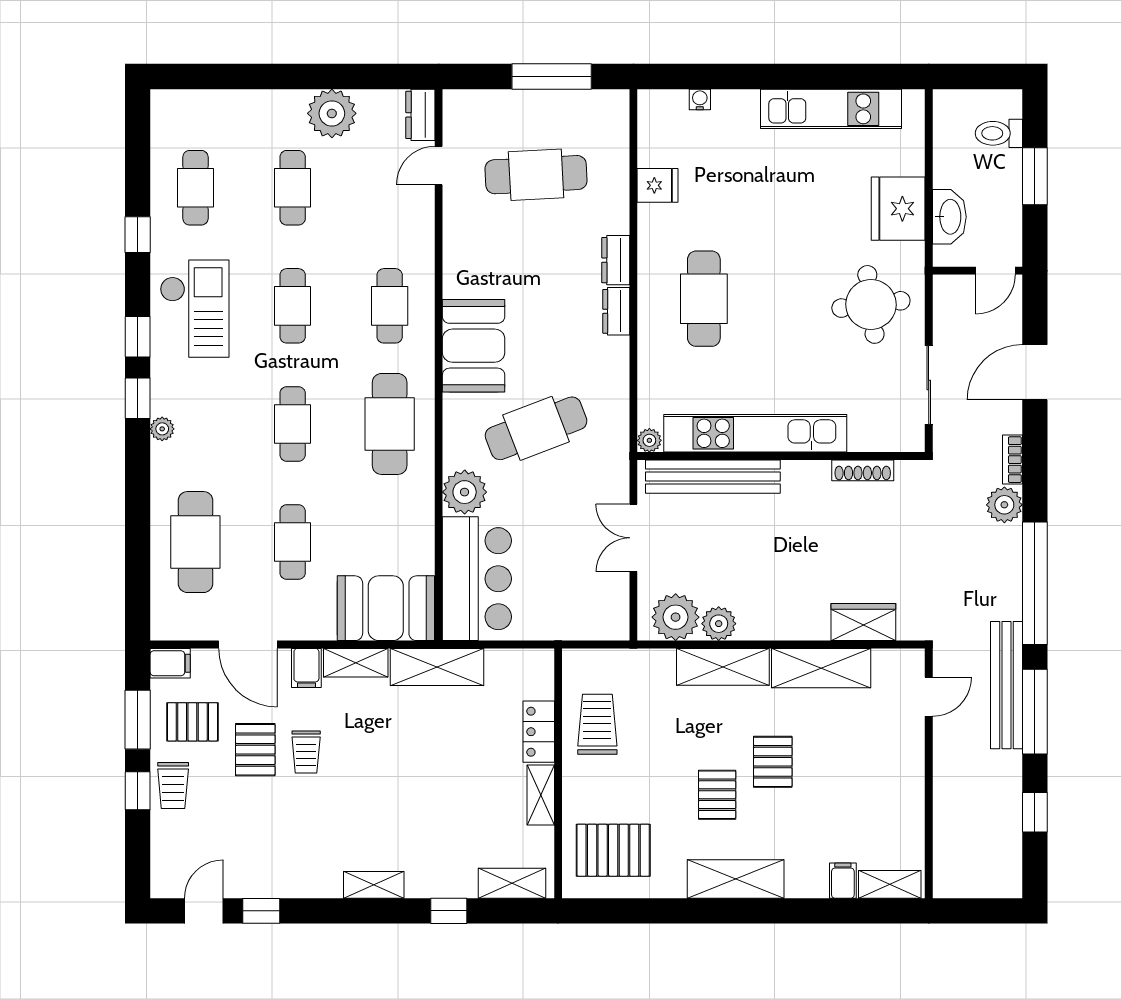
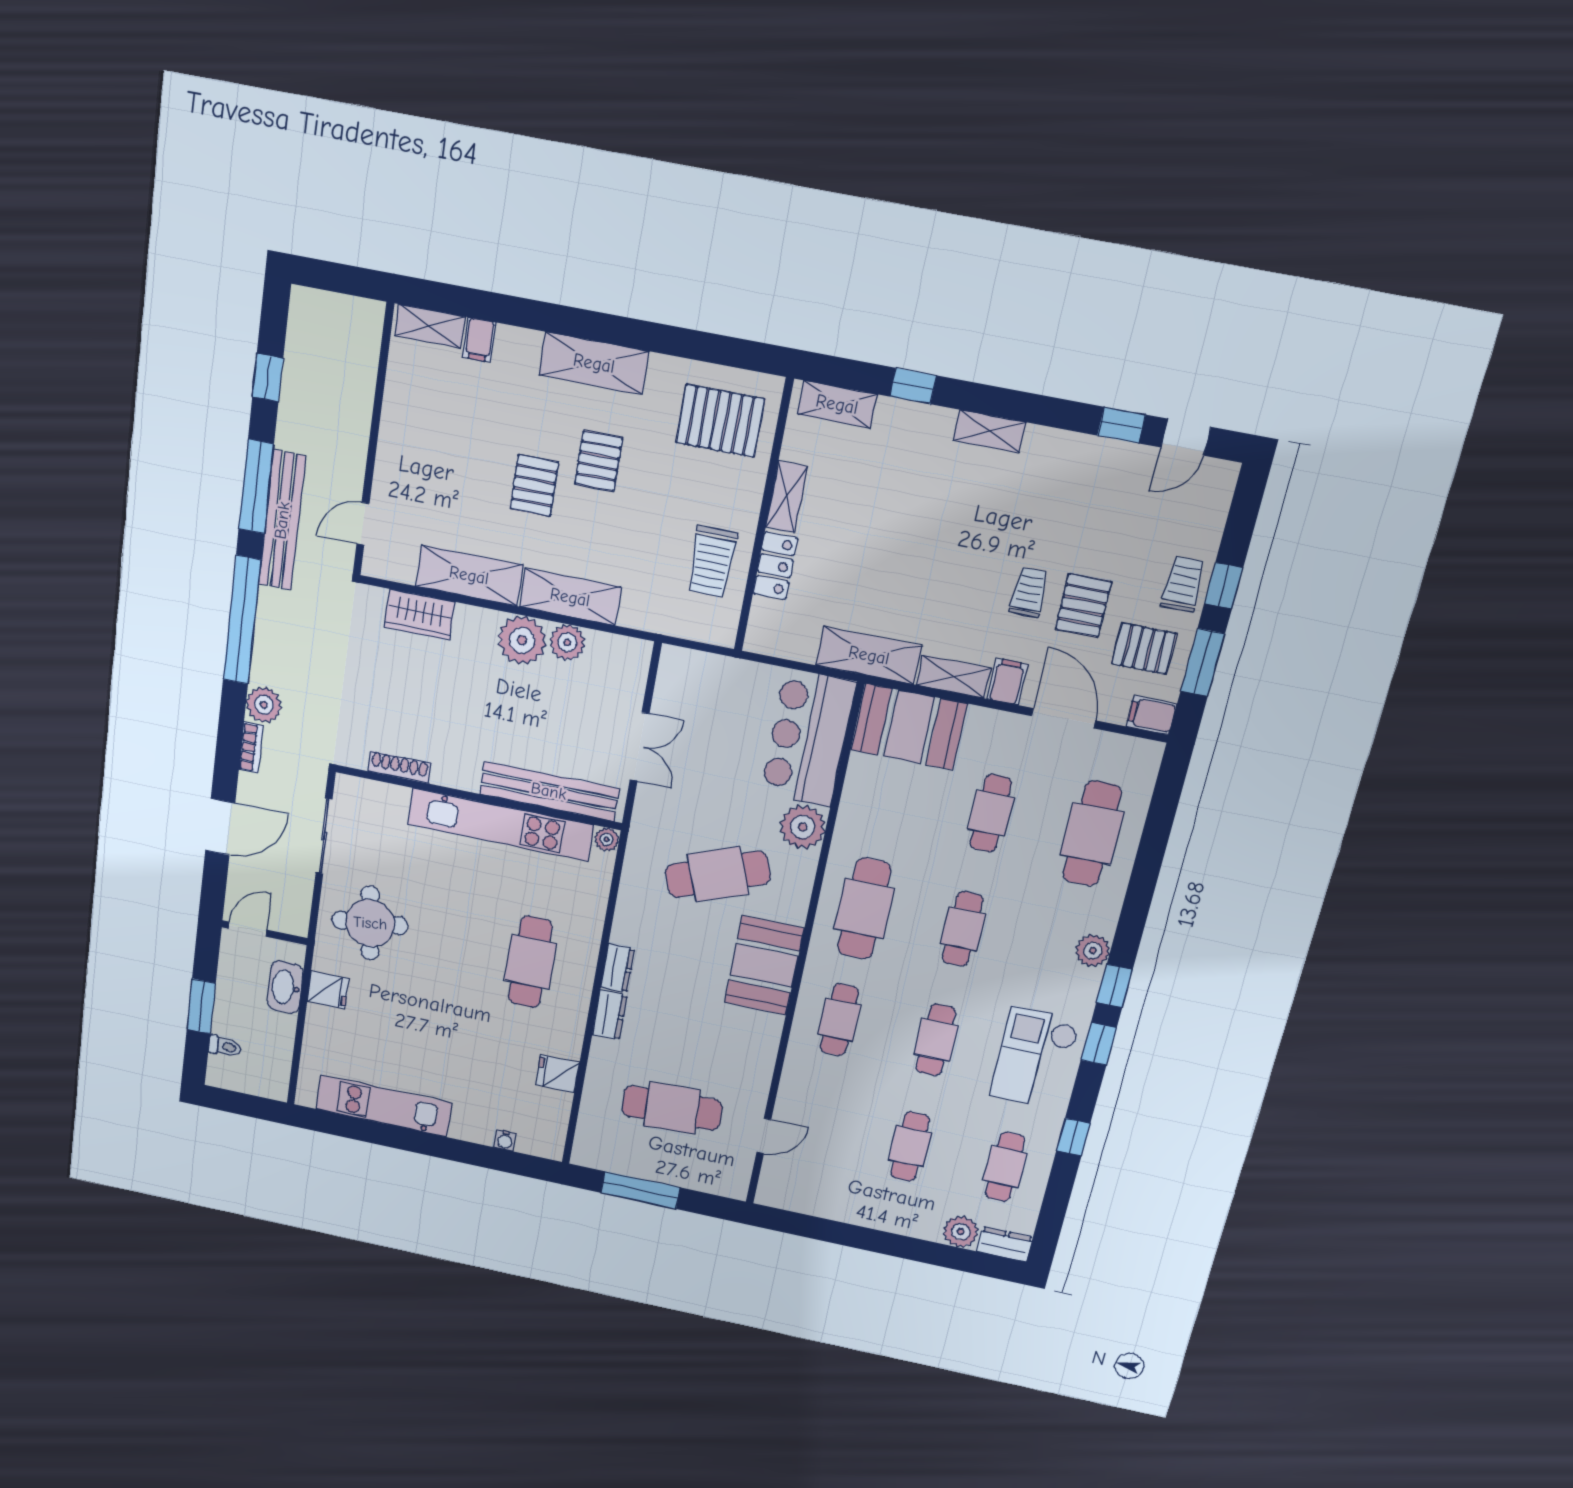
plant: (332, 113) -> (961, 1232), moved, width x0.73, depth x0.73
dresser: (420, 115) -> (1005, 1244), moved, turned -90
toilet: (999, 133) -> (225, 1046), width x0.73, depth x0.72
fridge: (898, 209) -> (328, 990), width x0.53, depth x0.75
plant: (162, 429) -> (1093, 951), width x1.38, depth x1.38
plant: (676, 617) -> (522, 640), moved

